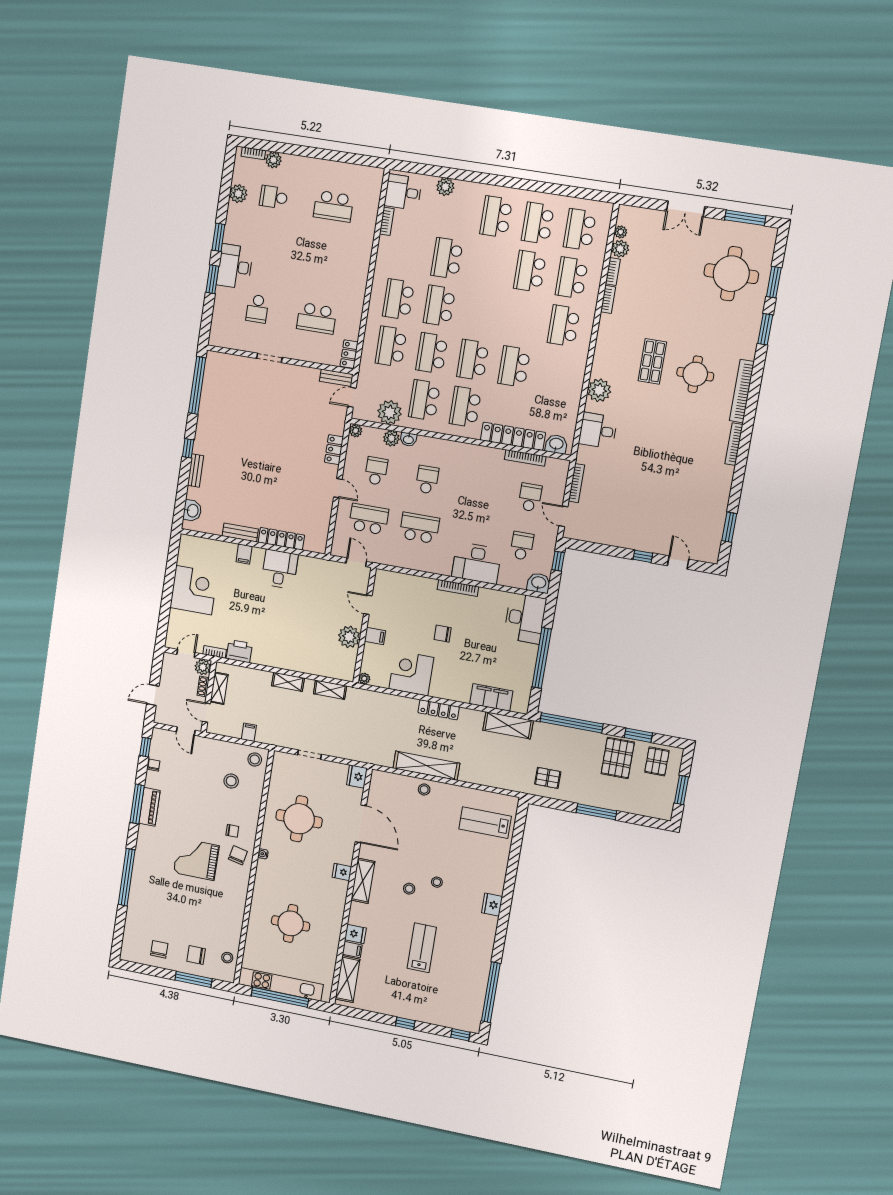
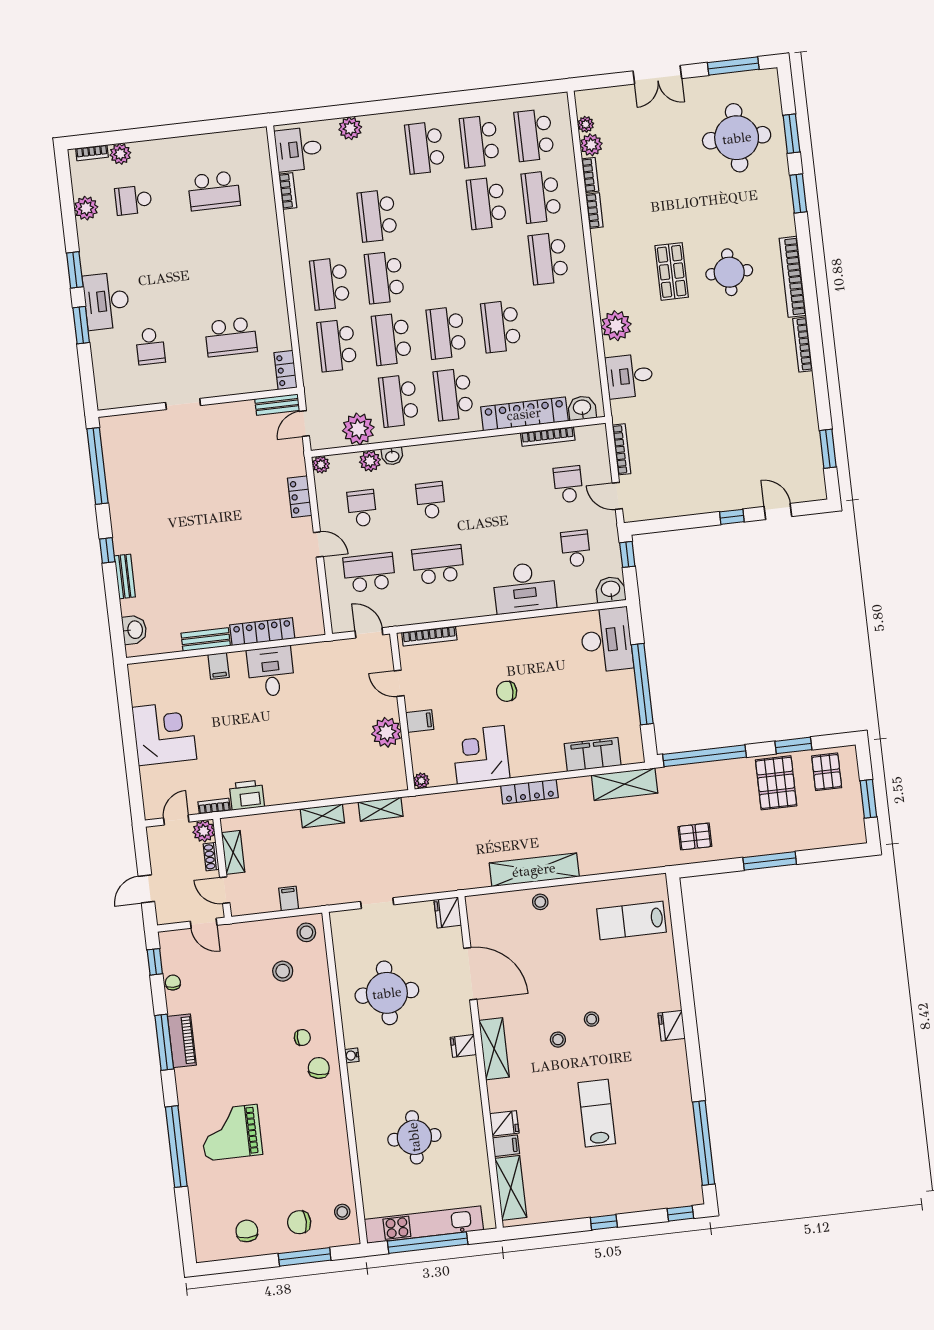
bookcase: (458, 588) -> (429, 636), moved
grand piano: (196, 859) -> (231, 1133), moved

